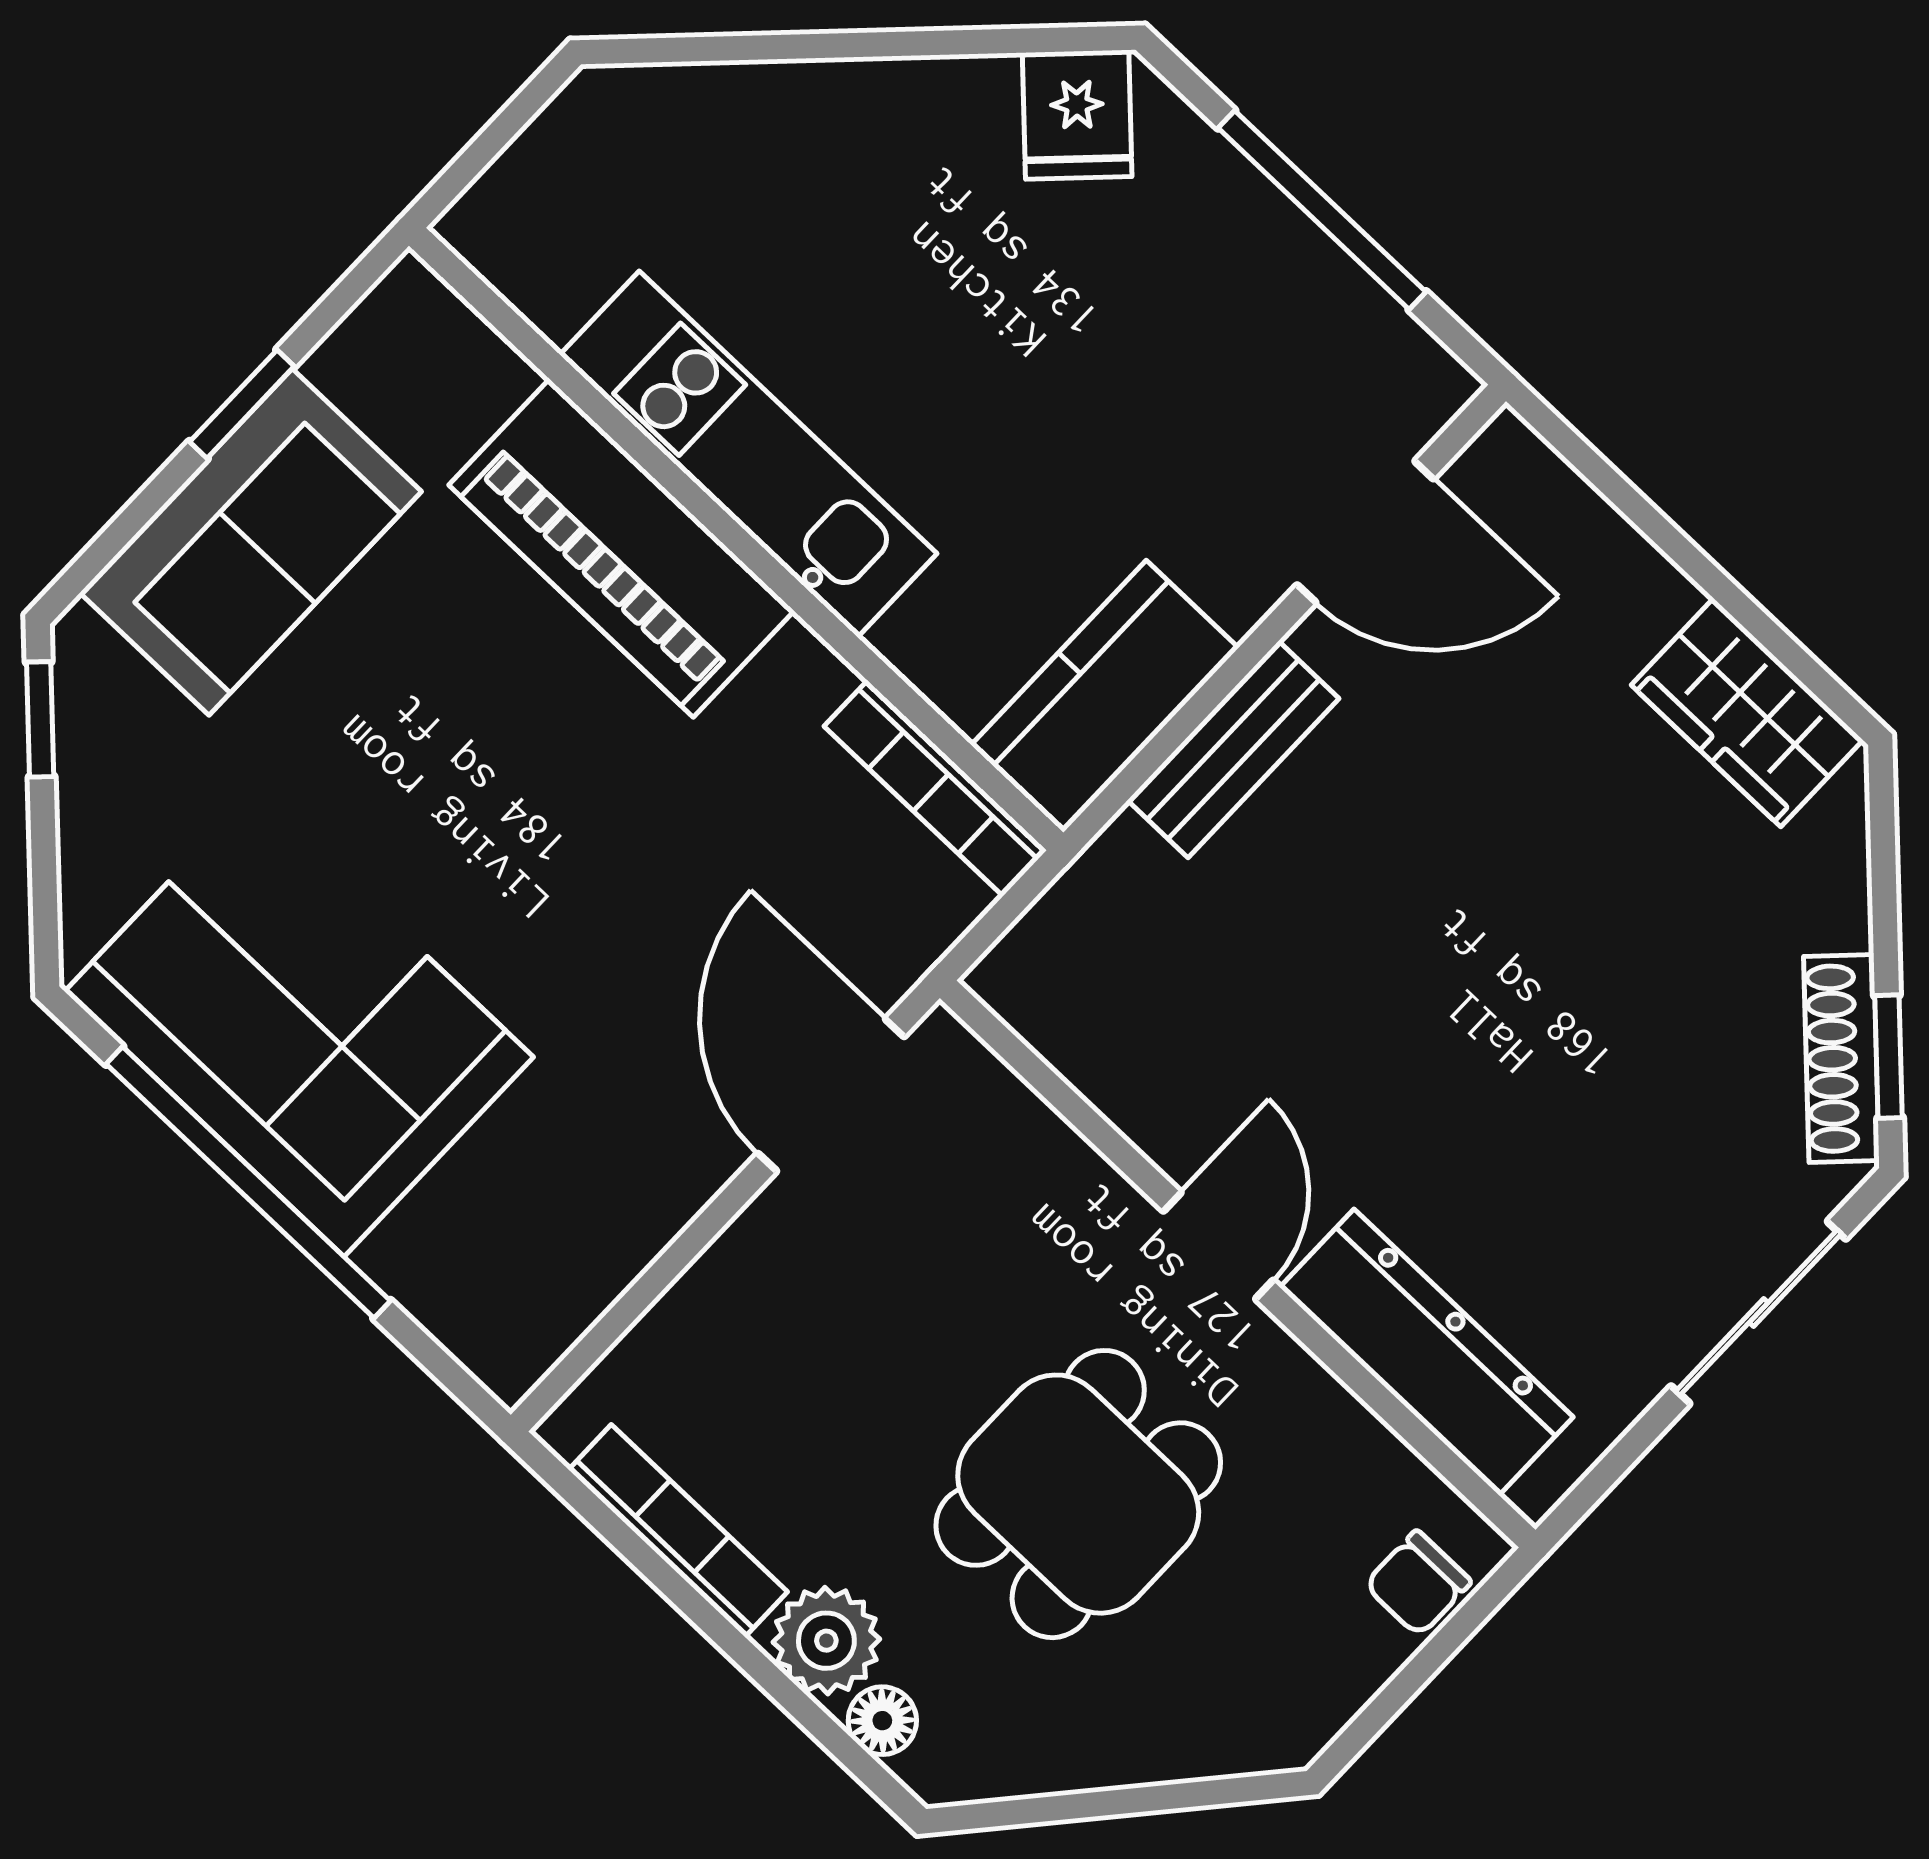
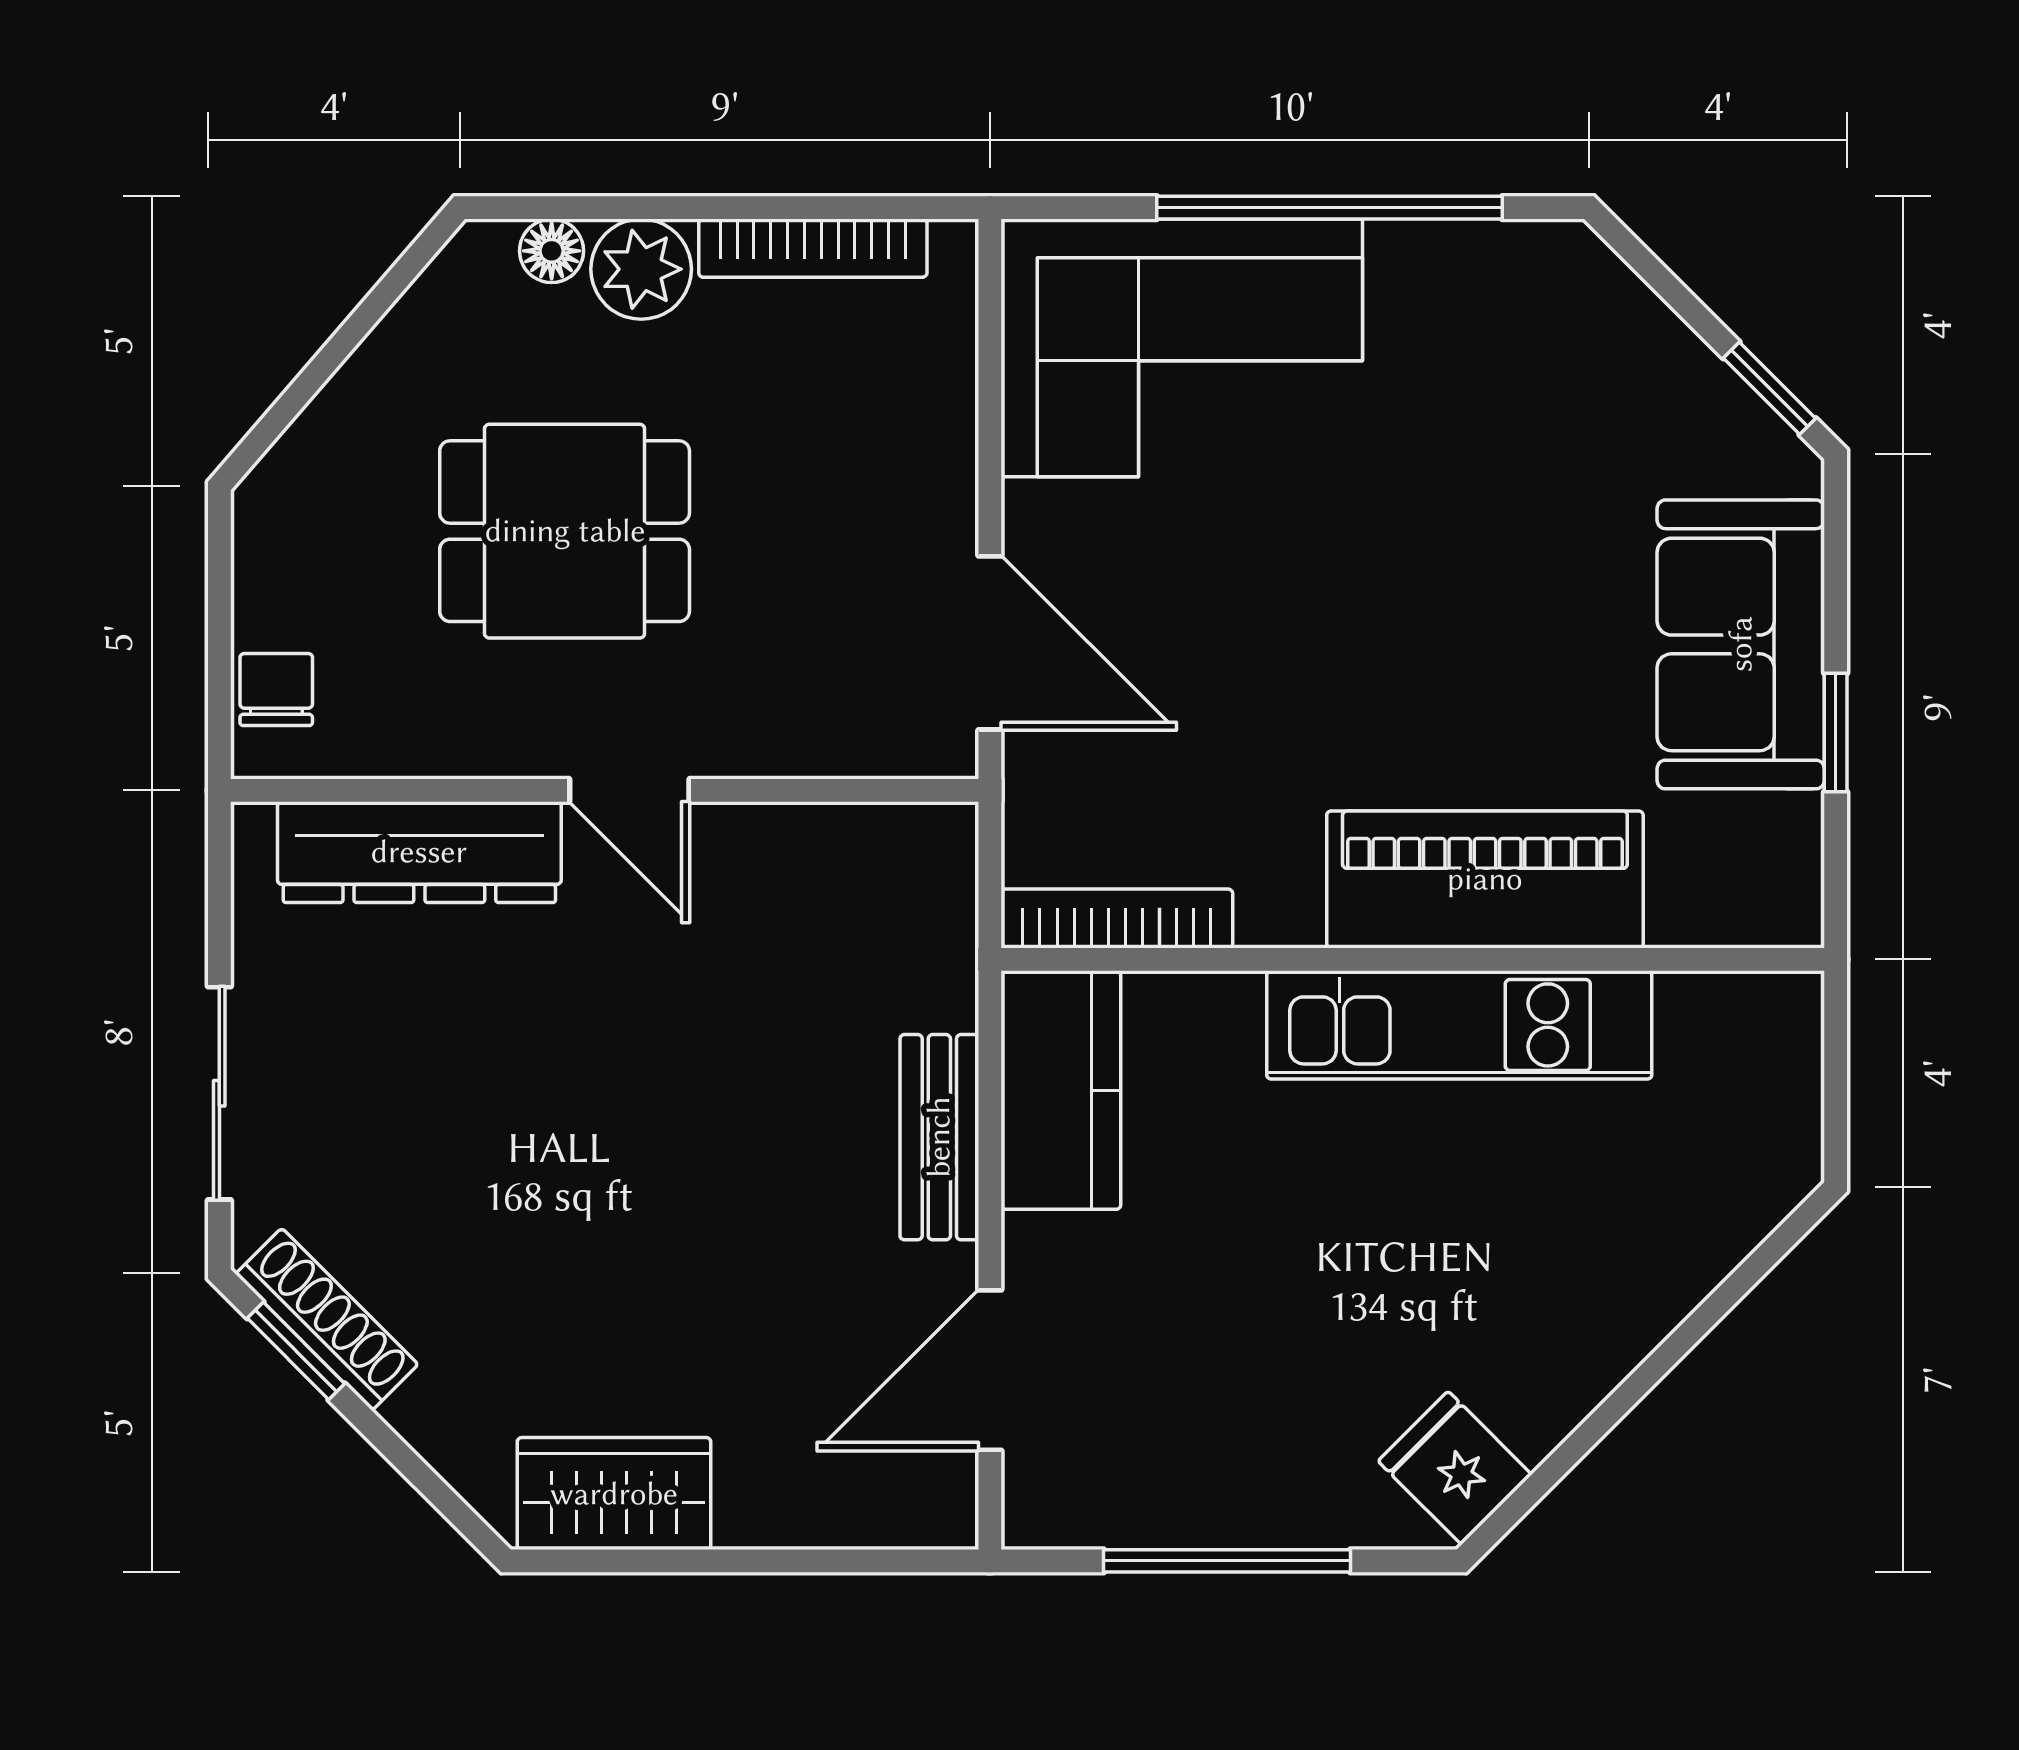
corner sofa: (299, 1024) -> (1182, 348), moved
dining table: (1078, 1494) -> (565, 531), turned 90

